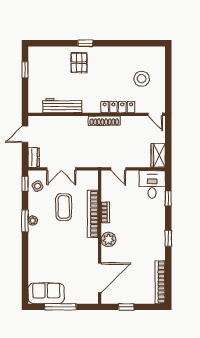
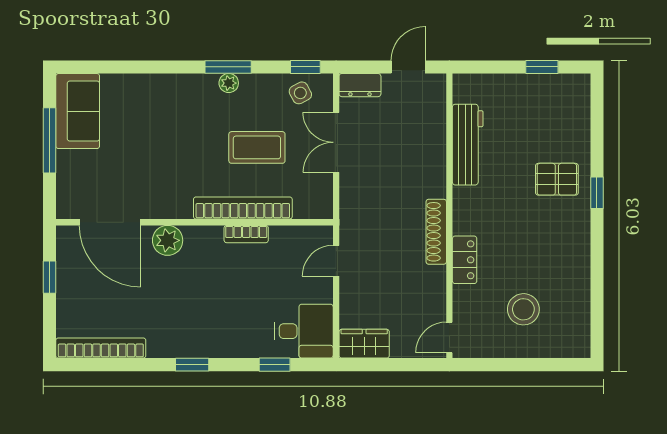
locker: (118, 107) -> (465, 260), width x0.66
door: (25, 134) -> (408, 67), hinge flipped
plant: (108, 239) -> (168, 240), moved

